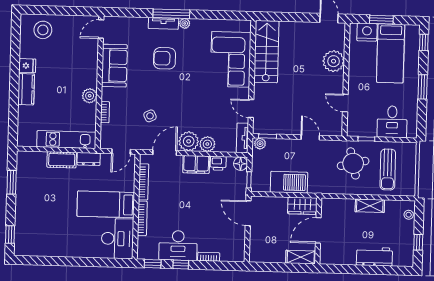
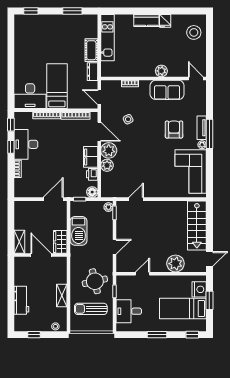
stairs: (266, 52) -> (197, 225), moved, turned 90
corner sofa: (231, 59) -> (191, 172), moved, turned -90
plant: (90, 96) -> (161, 71), moved
tv unit: (242, 138) -> (113, 193), removed
kitchen unit: (66, 140) -> (107, 38), moved

